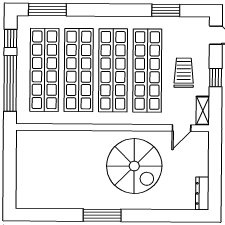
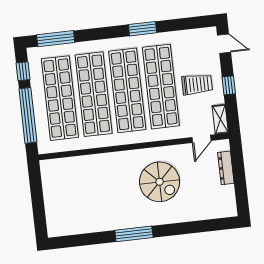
window: (166, 10) -> (142, 29), moved
trolley: (184, 73) -> (197, 84), turned 90
spiral stairs: (134, 166) -> (160, 182), width x0.73, depth x0.73
dresser: (202, 193) -> (226, 168), moved

